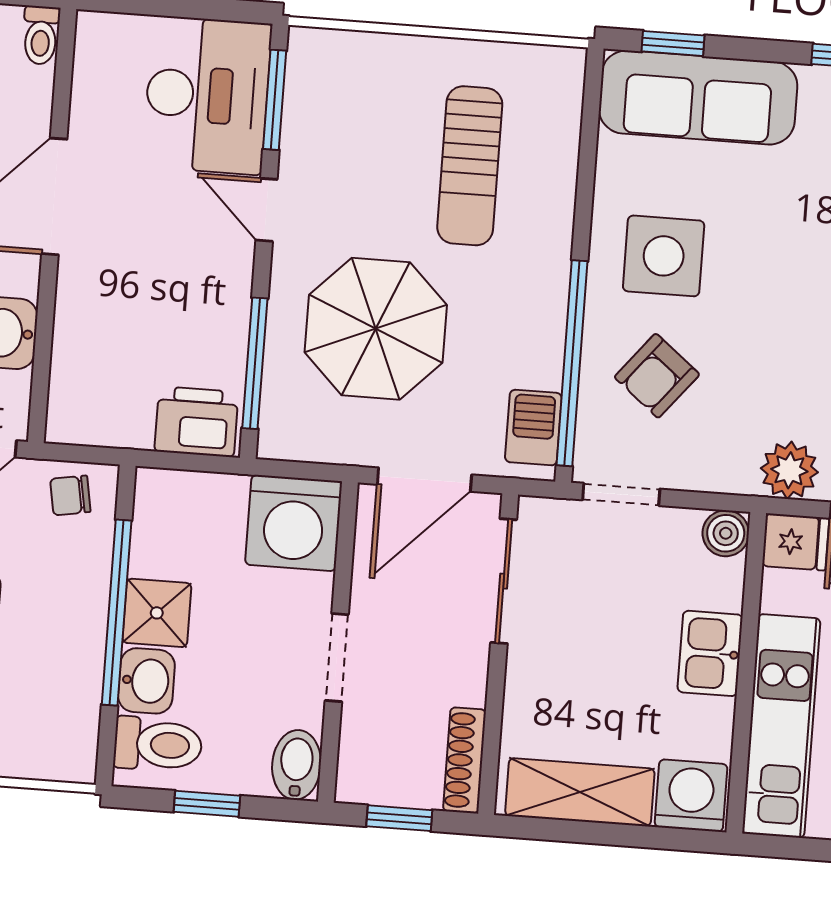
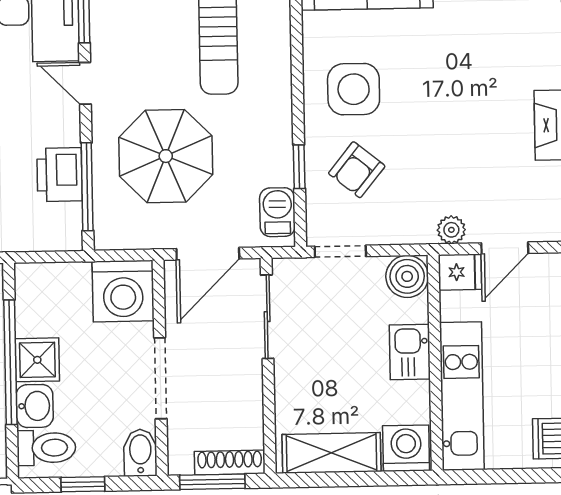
window: (572, 363) -> (299, 167), width x0.32
printer: (196, 422) -> (60, 175), moved, turned -90
plant: (789, 470) -> (451, 230), width x0.73, depth x0.73
boiler: (726, 533) -> (407, 276), width x1.36, depth x1.36
doorway: (337, 658) -> (160, 378), width x1.38
shoe rack: (465, 760) -> (230, 463), moved, turned 90
window: (399, 818) -> (212, 482), width x1.50

